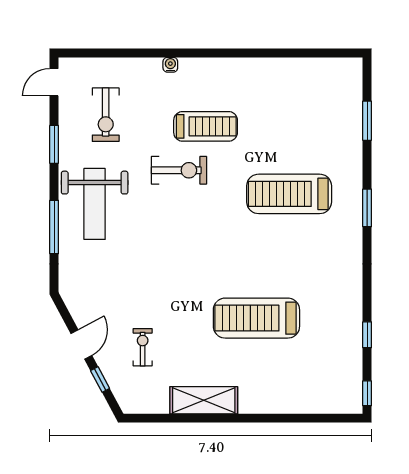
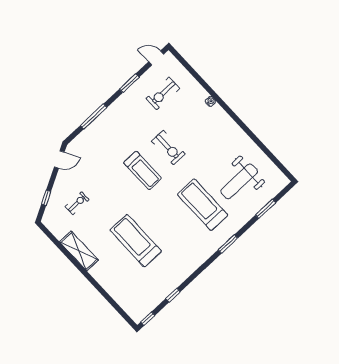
treadmill: (206, 126) -> (143, 170), moved
weight bench: (95, 204) -> (239, 181), moved
door: (81, 344) -> (59, 160), moved

